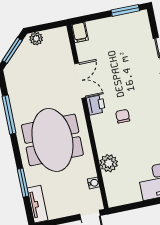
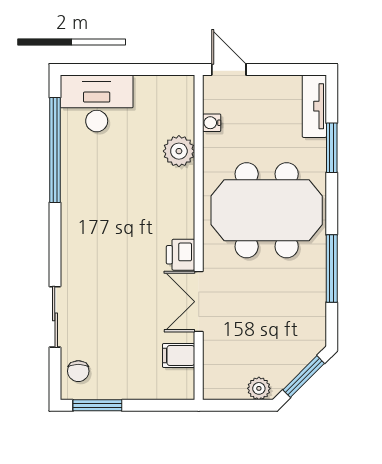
filing cabinet: (80, 32) -> (179, 355), moved, turned -90
chair: (123, 116) -> (78, 371), moved
meeting table: (52, 140) -> (267, 210), turned 90

